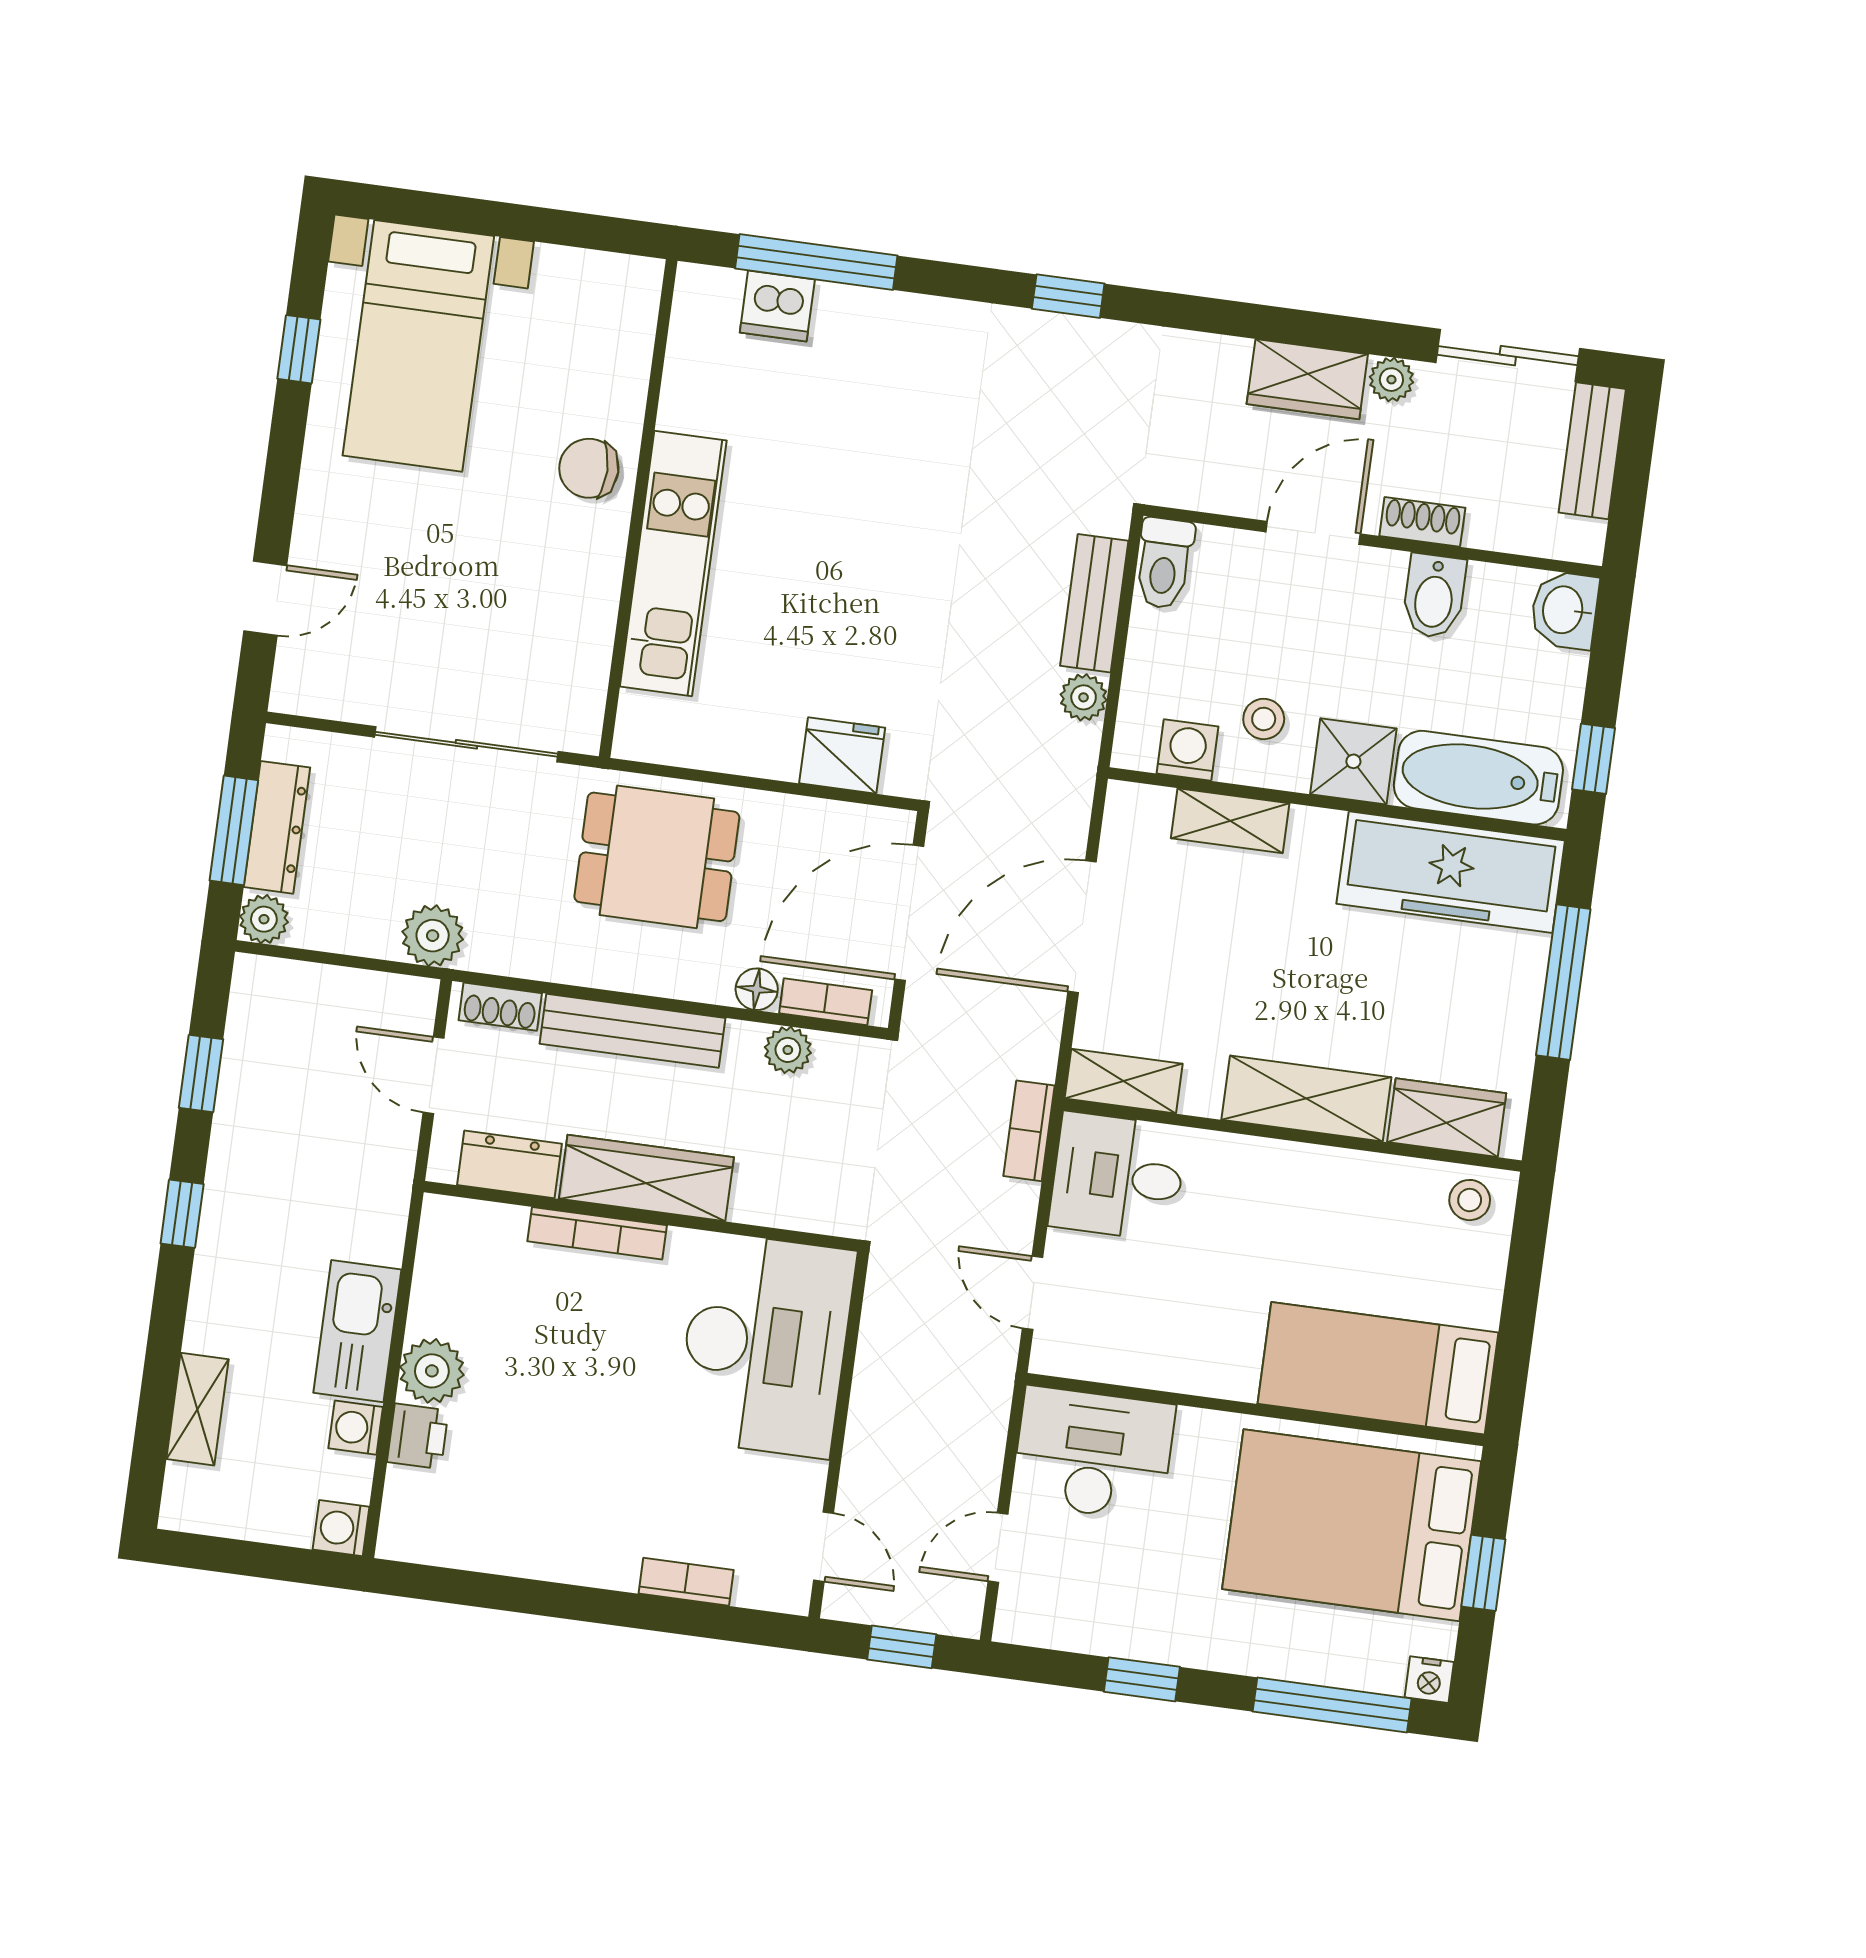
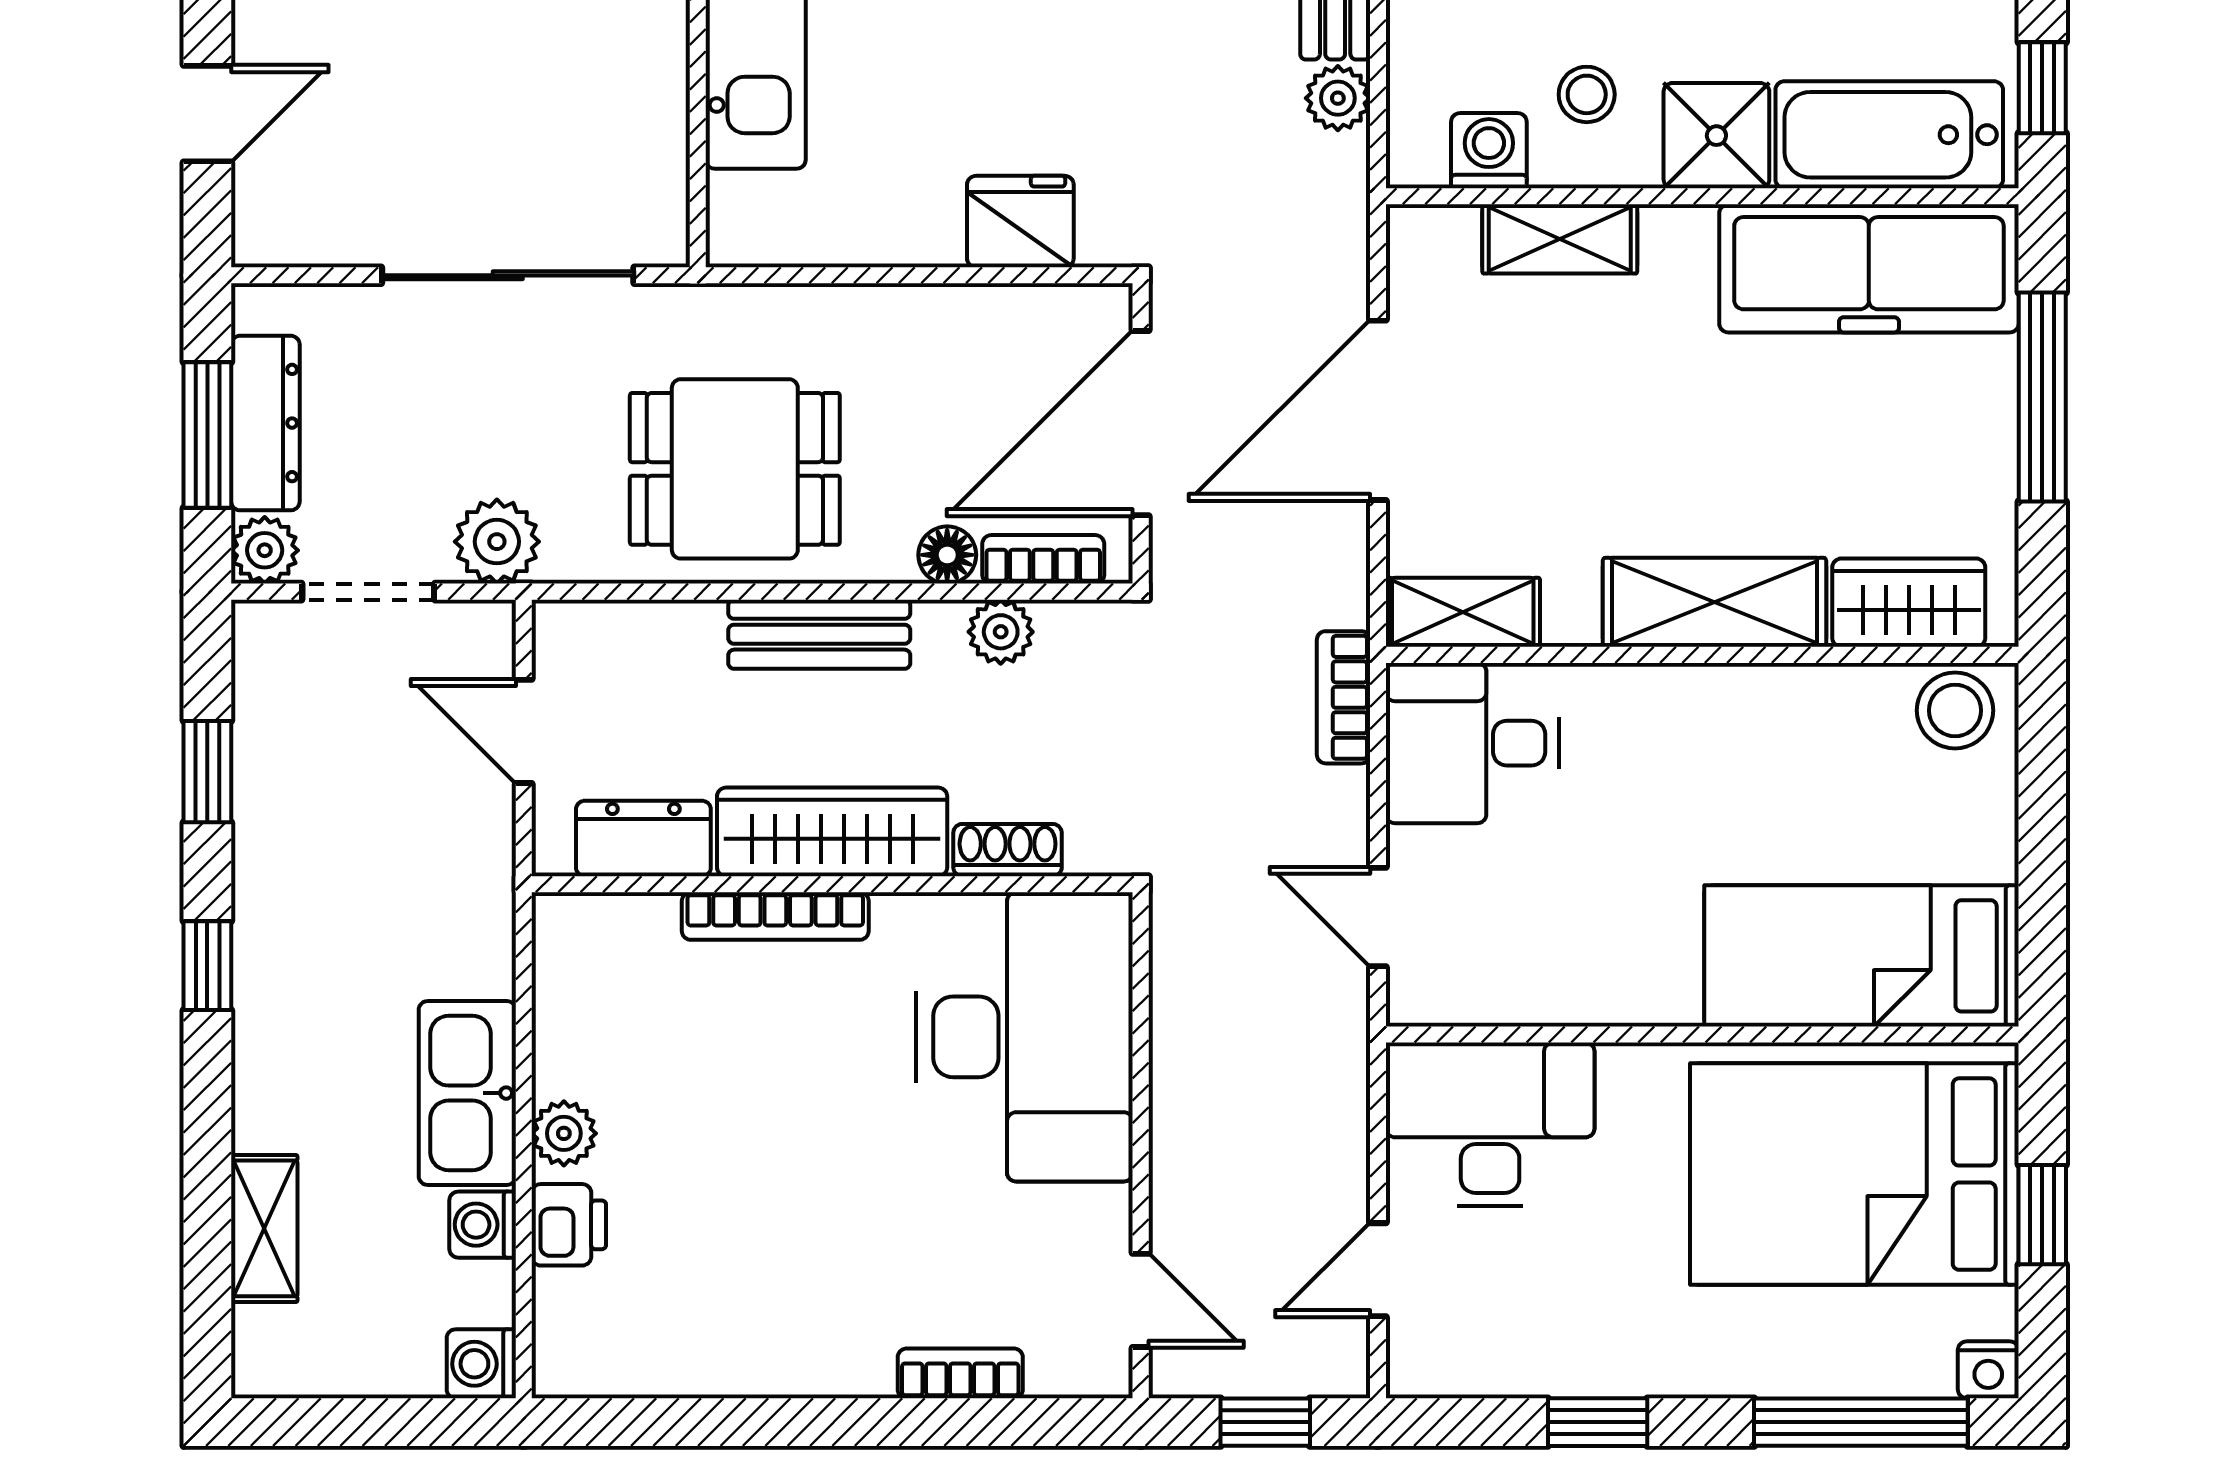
dining table: (657, 857) -> (735, 469), moved
doorway: (335, 959) -> (368, 592), added
shoe rack: (500, 1007) -> (1008, 850), moved, turned 180
bench: (633, 1031) -> (819, 634), width x0.73
stool: (1470, 1200) -> (1955, 710), width x1.37, depth x1.37
plant: (432, 1371) -> (564, 1133), width x0.73, depth x0.73

